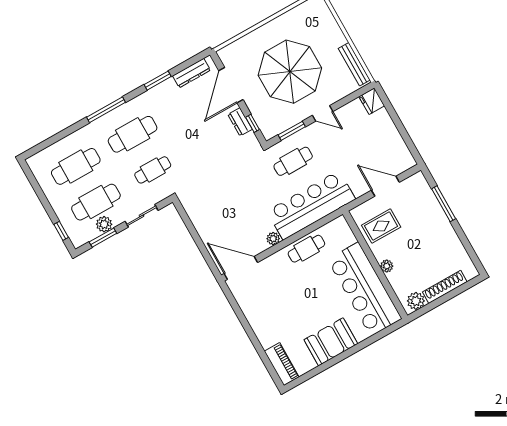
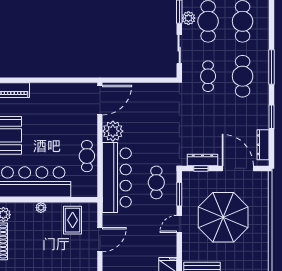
dresser: (240, 122) -> (203, 160), width x1.44
plant: (273, 239) -> (113, 131), width x1.87, depth x1.87

